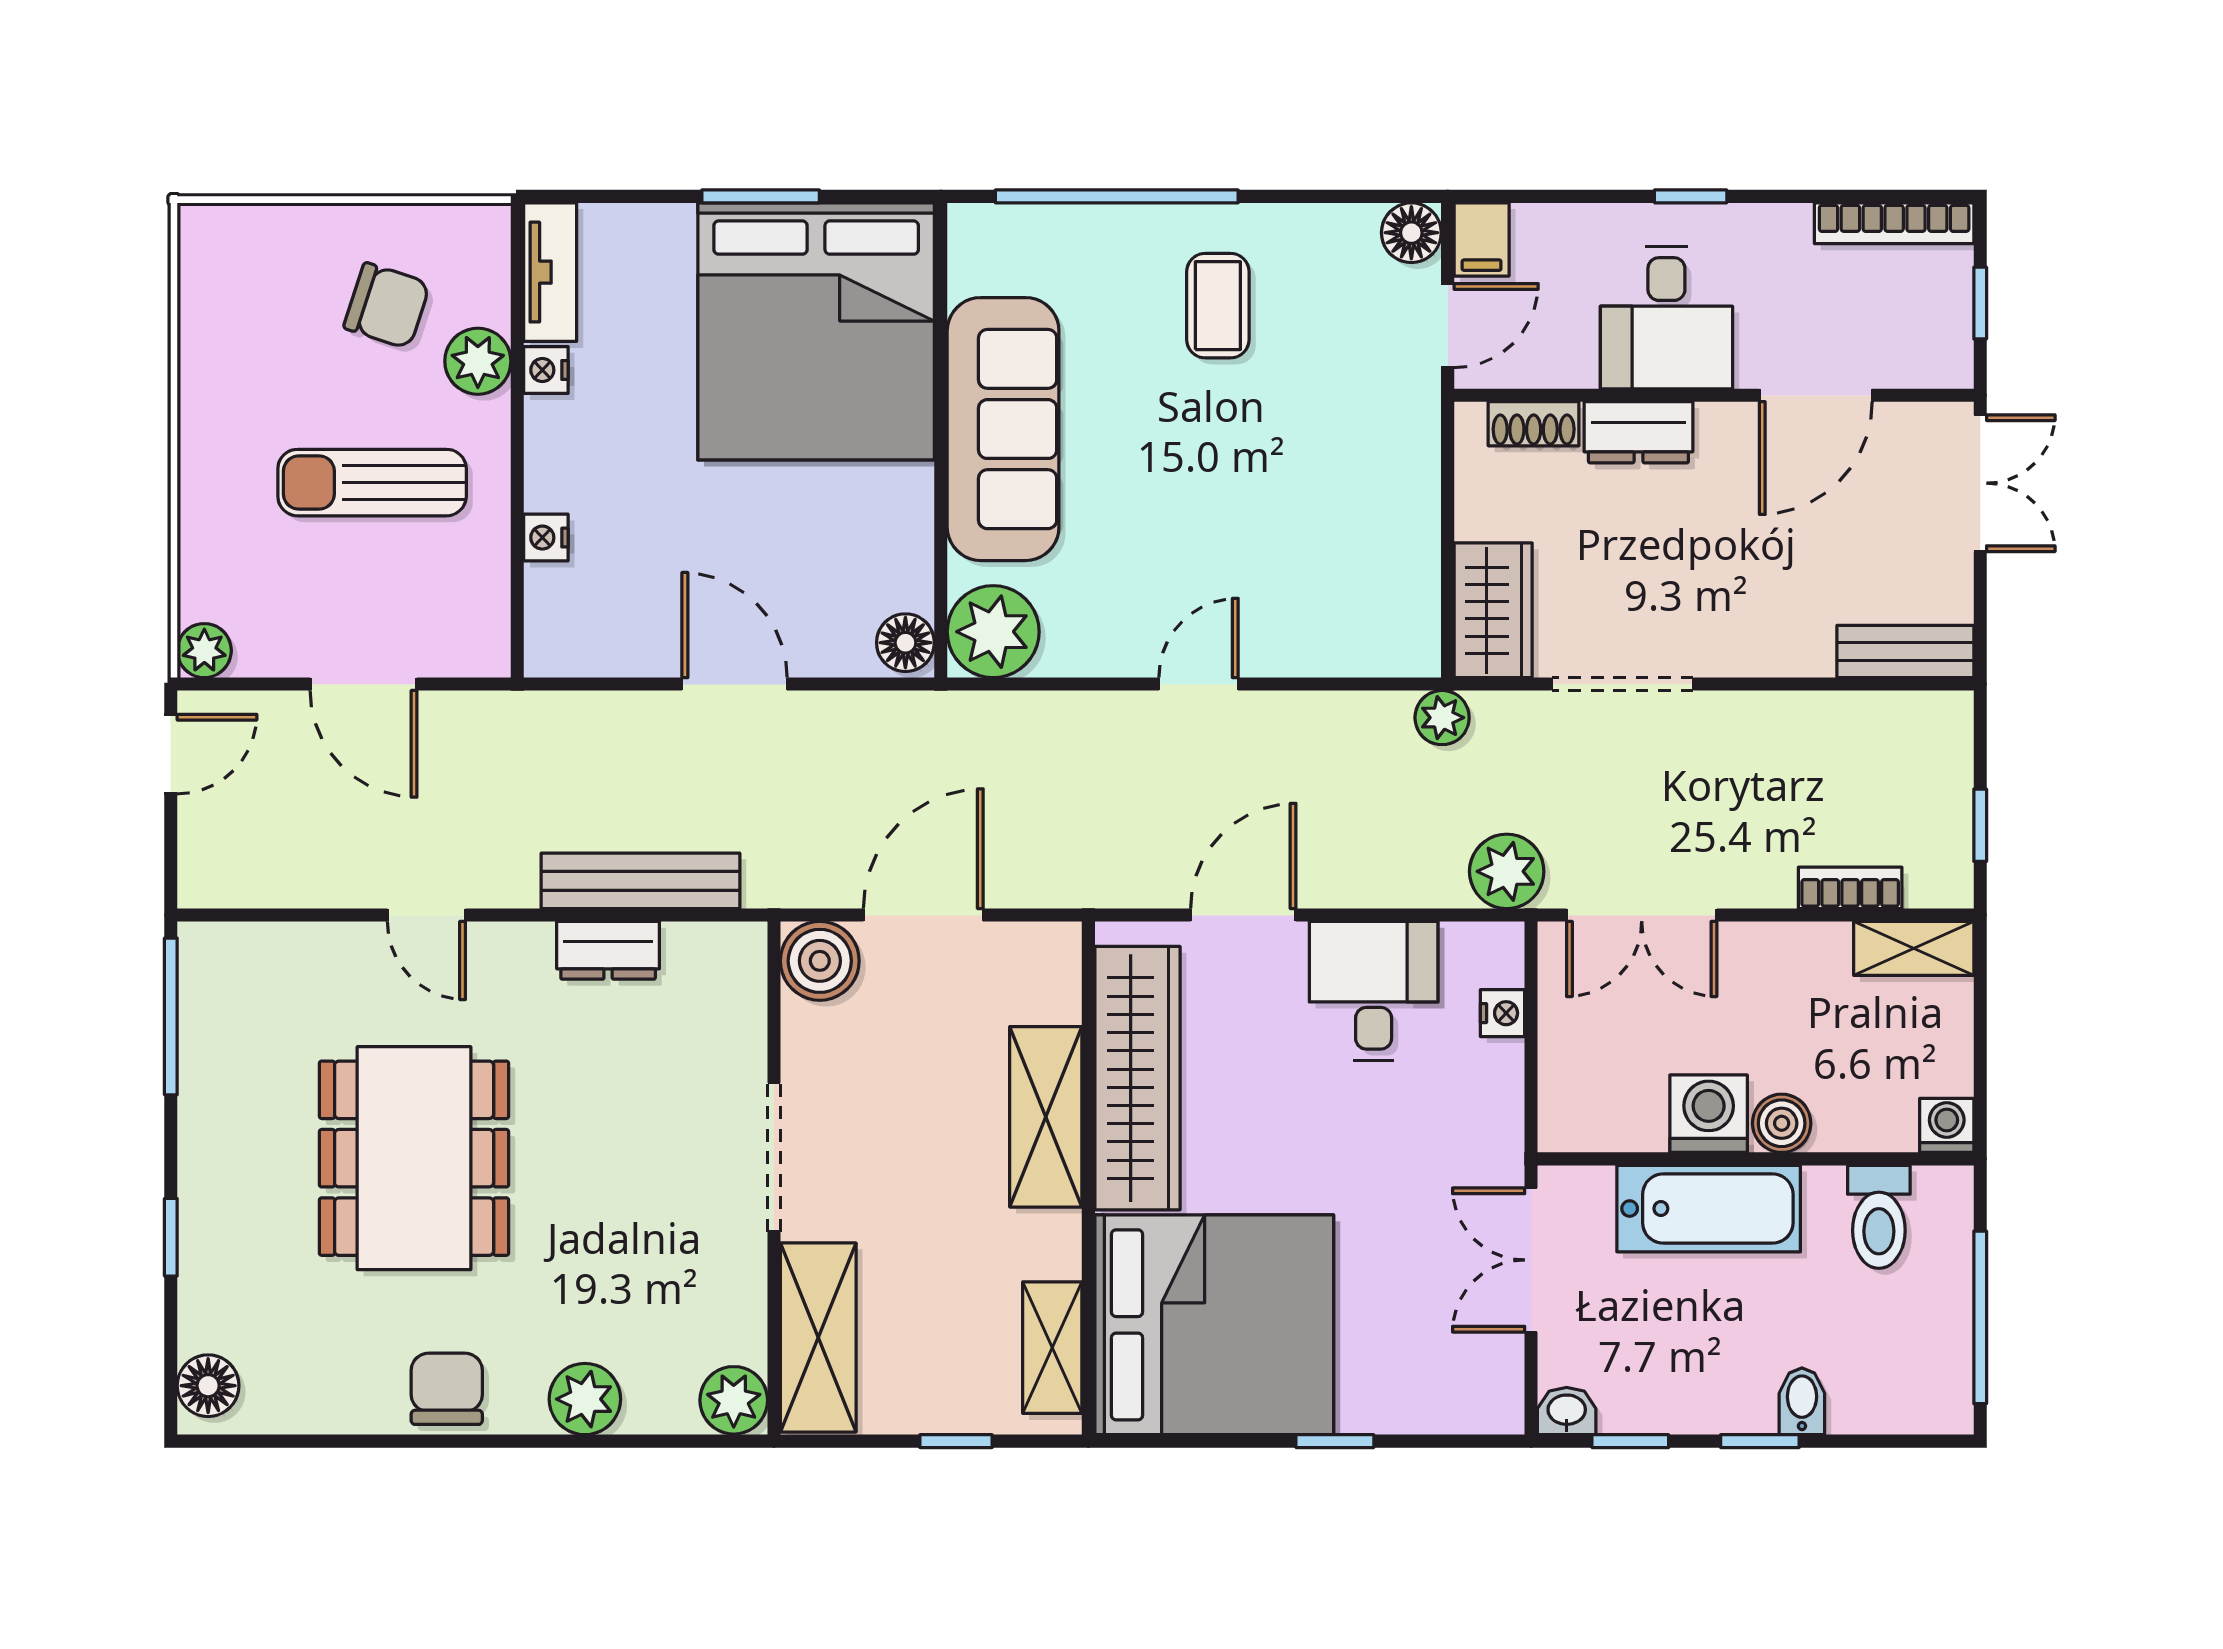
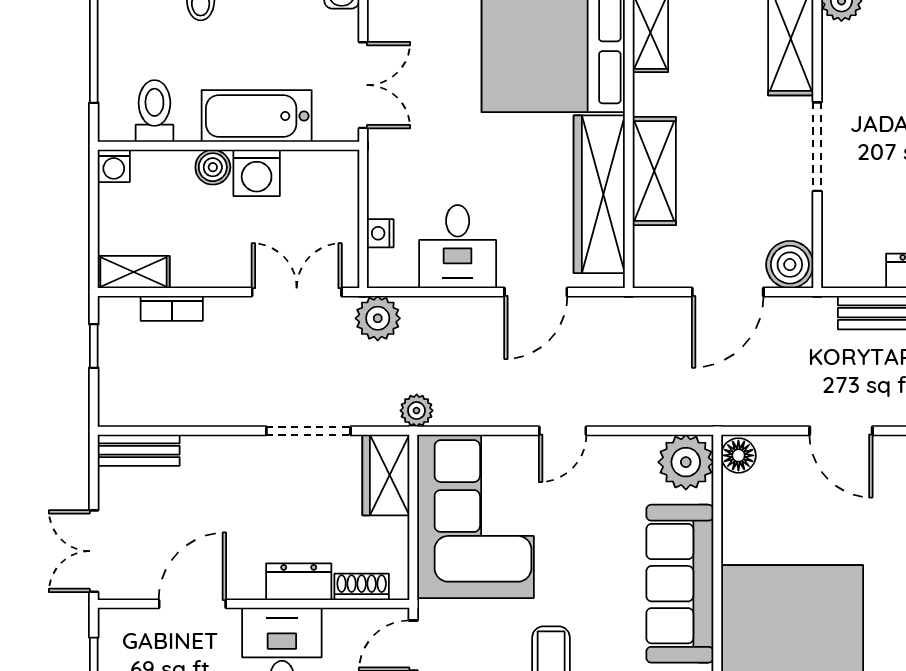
corner sofa: (1344, 541) -> (475, 516), added

